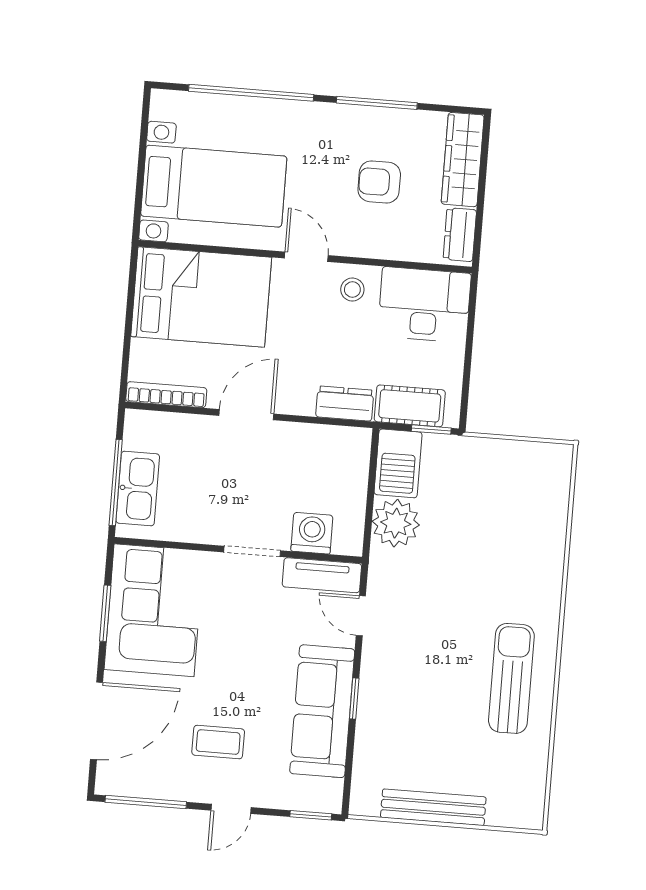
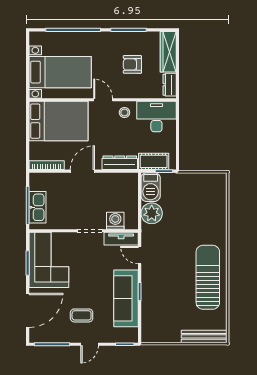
dresser: (345, 404) -> (120, 163), width x1.44
sun lounger: (511, 678) -> (208, 277), width x1.36, depth x1.34
bench: (433, 807) -> (204, 336), moved

